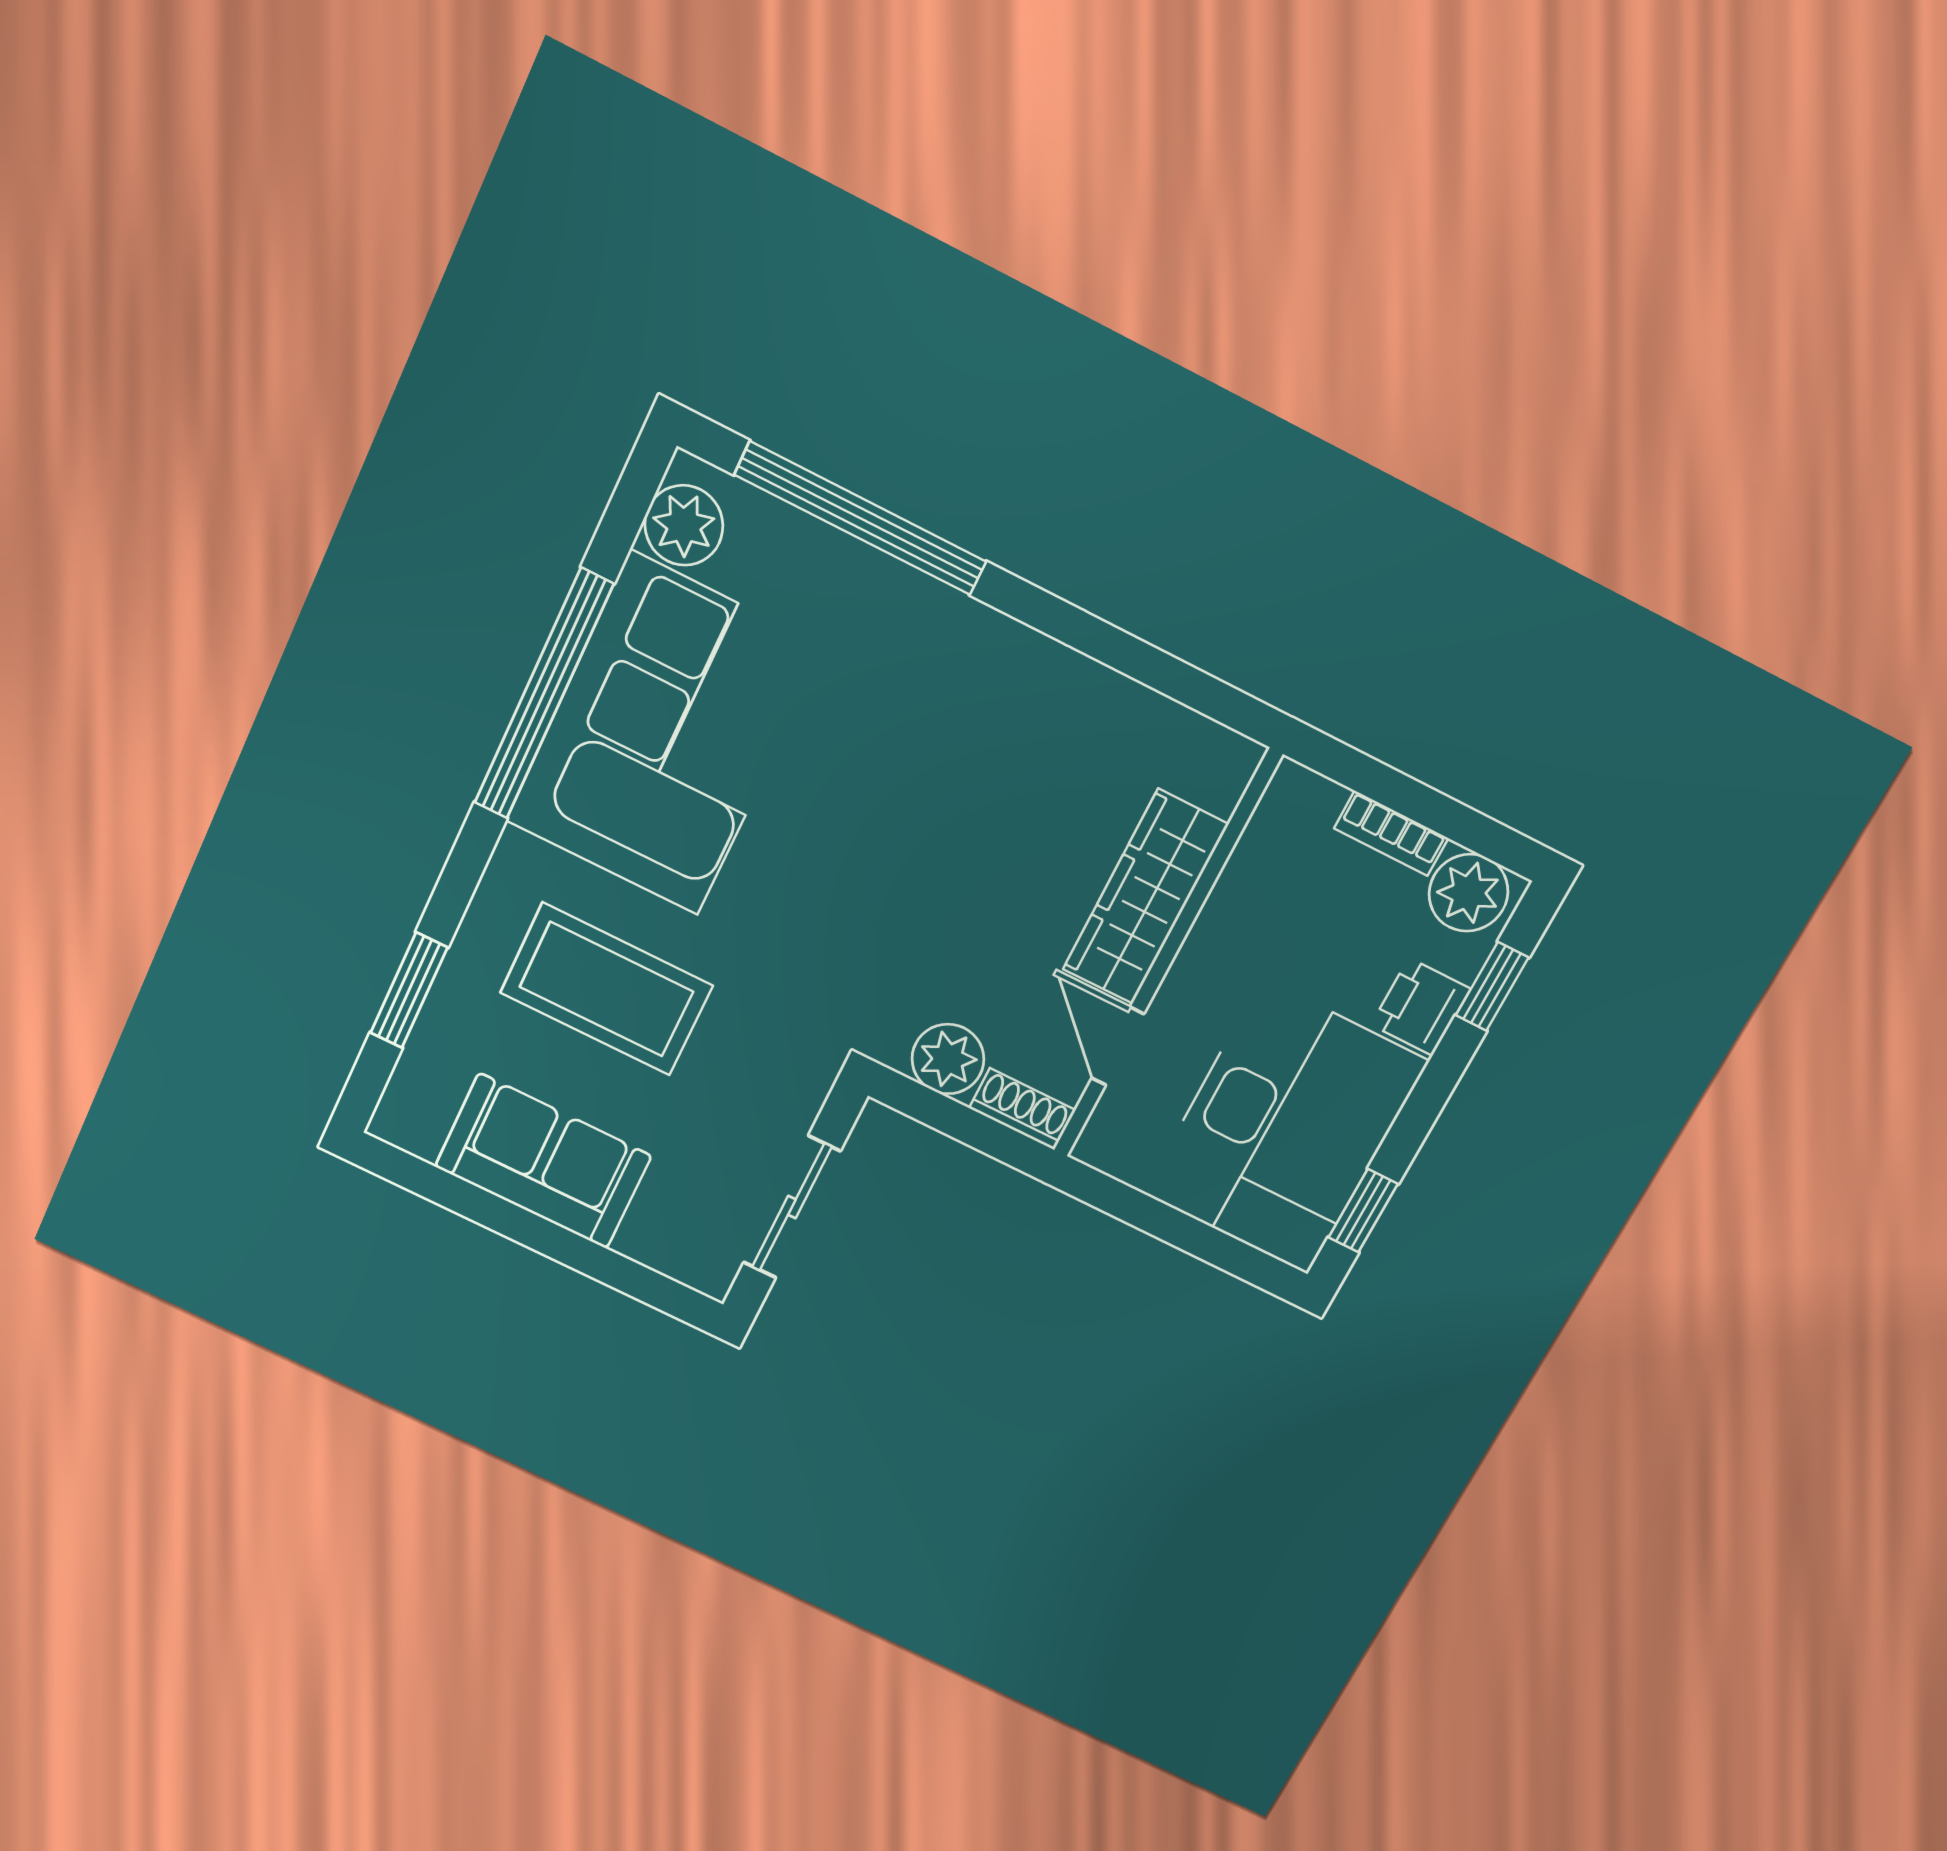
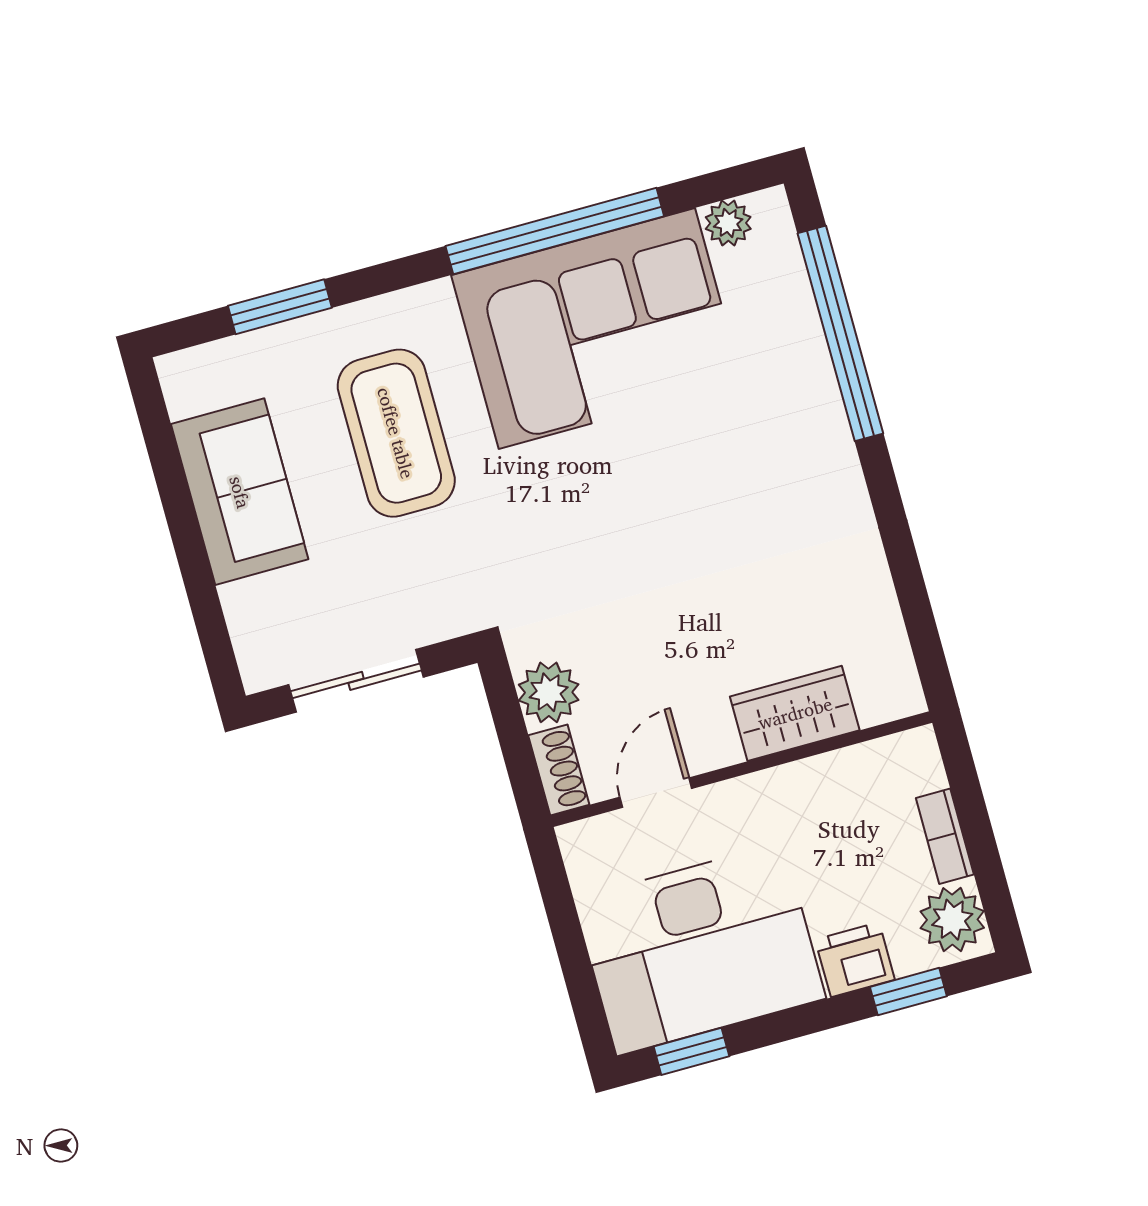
plant: (684, 525) -> (728, 223), width x0.73, depth x0.73
wardrobe: (1145, 897) -> (795, 713), width x0.67

